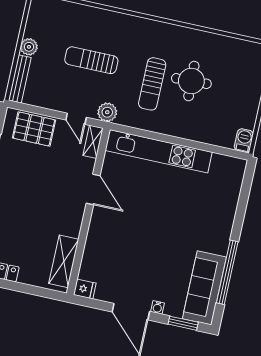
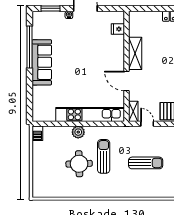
plant: (107, 112) -> (78, 132), moved
shelving: (64, 261) -> (135, 53), moved
sofa: (204, 288) -> (42, 62), moved
fridge: (85, 289) -> (118, 29), moved

